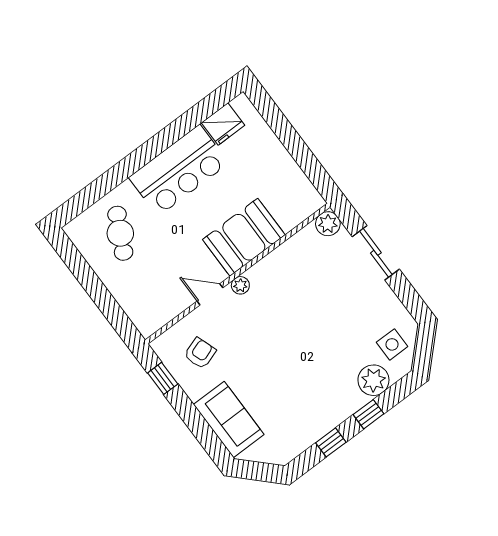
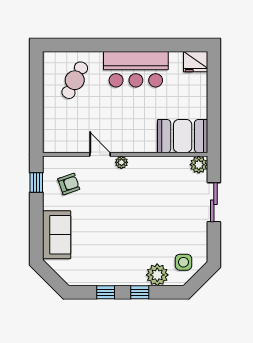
fridge: (223, 124) -> (196, 62), moved
booth: (244, 237) -> (183, 136), moved

